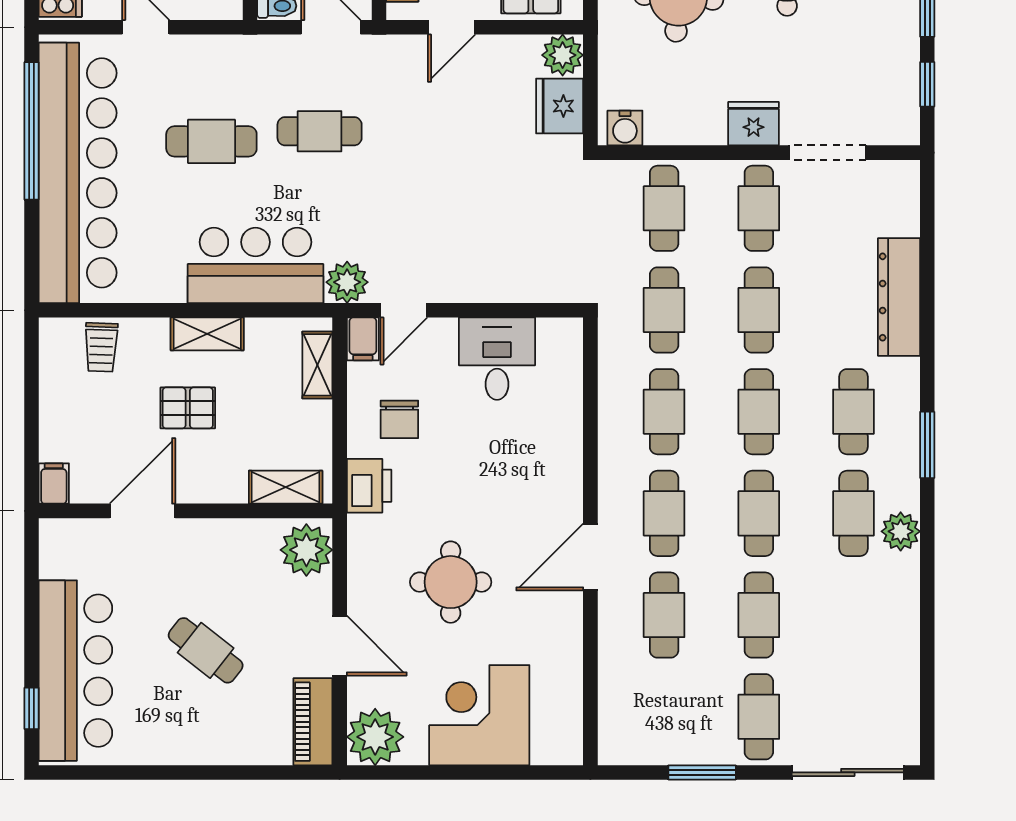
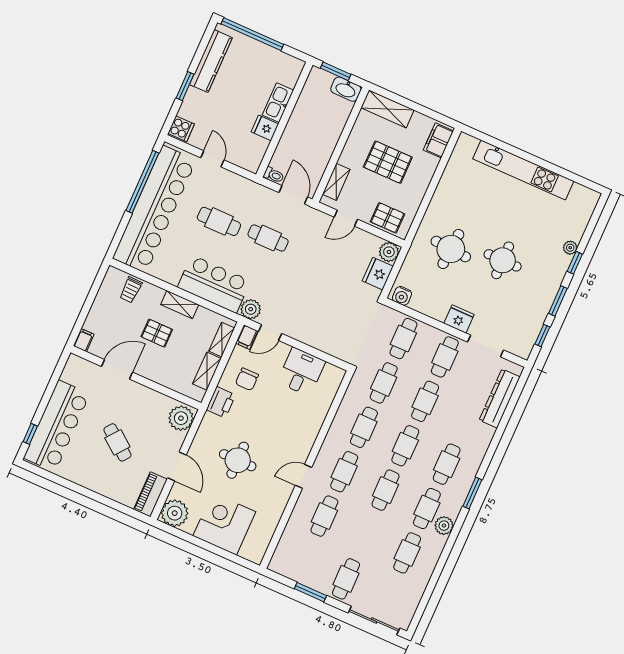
dresser: (899, 297) -> (500, 398), moved
shelving: (286, 487) -> (207, 371), moved, turned 90
door: (590, 557) -> (304, 476), width x0.73
cafe table: (759, 615) -> (407, 553), moved

